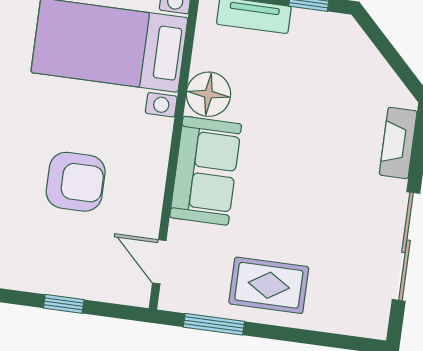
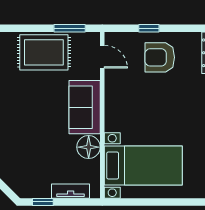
armchair: (76, 182) -> (160, 57), moved
rug: (269, 285) -> (44, 52), width x1.36, depth x1.43

